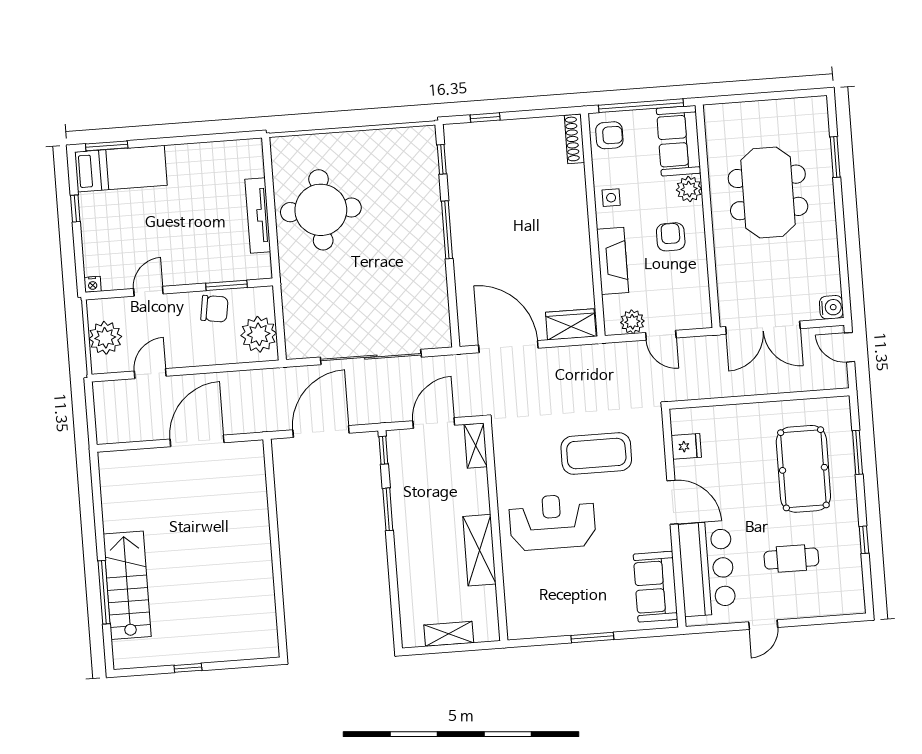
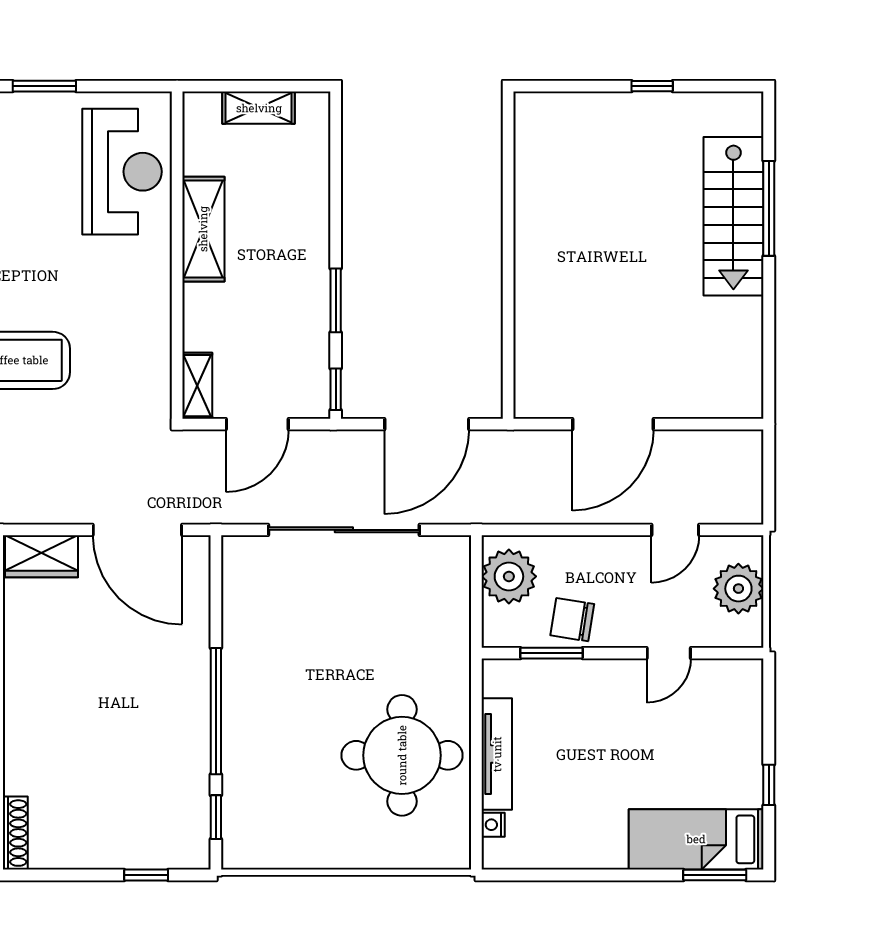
window: (447, 230) -> (216, 711), width x1.46
nightstand: (93, 284) -> (493, 825), moved, turned -90
reception desk: (552, 522) -> (122, 172), moved, turned -90

